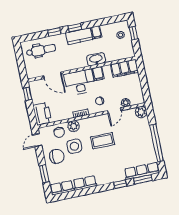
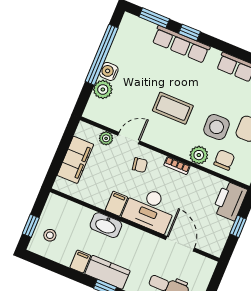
filing cabinet: (124, 68) -> (75, 160), moved, turned 90
window: (27, 94) -> (238, 226), moved
plant: (141, 112) -> (103, 89), moved
water cooler: (147, 137) -> (109, 71), added
row of seats: (142, 171) -> (181, 44), moved

